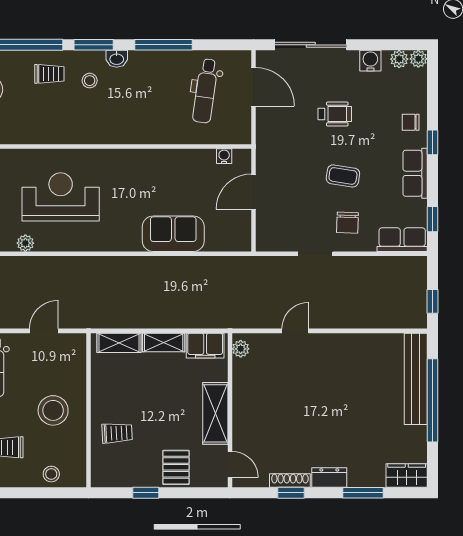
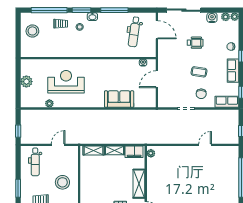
door: (295, 331) -> (205, 145), moved
bench: (416, 379) -> (233, 167), removed
trolley: (117, 433) -> (93, 193), removed

